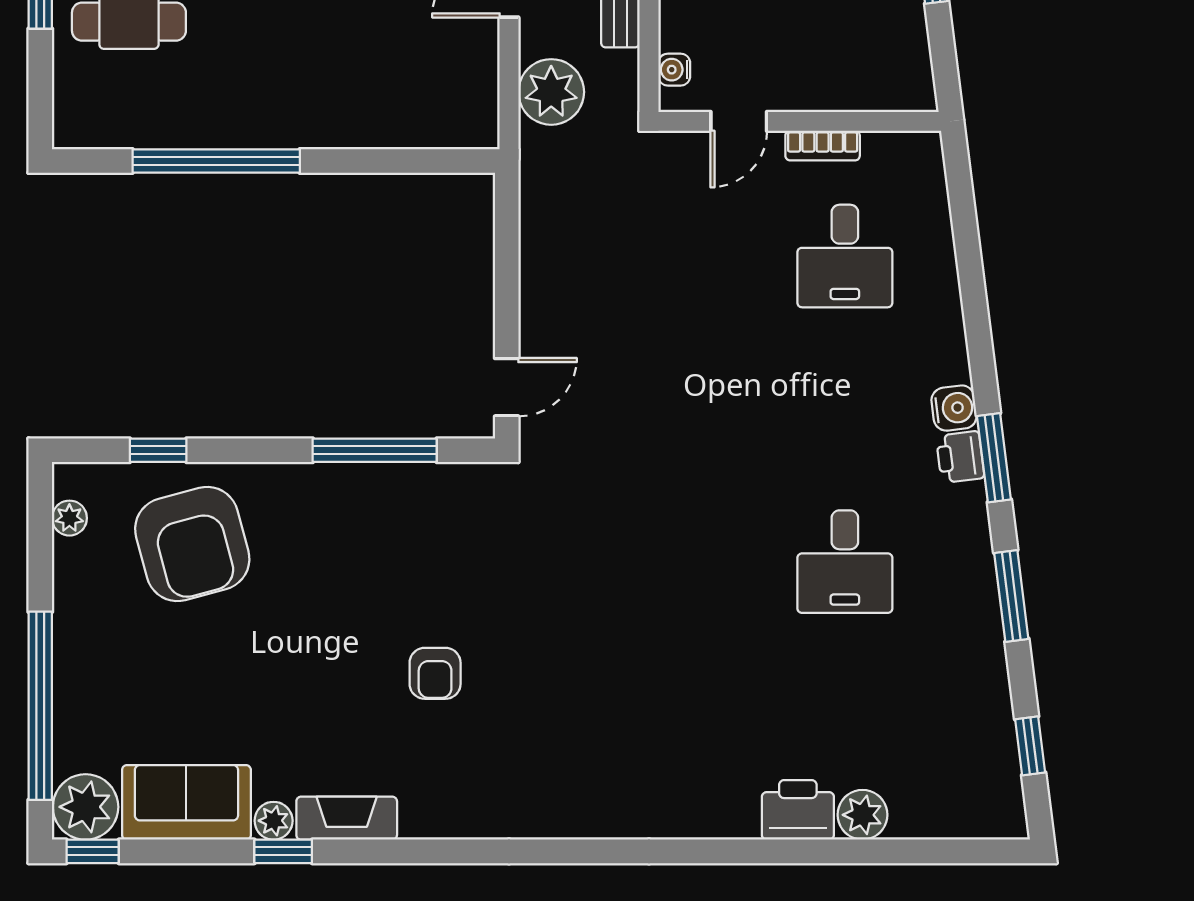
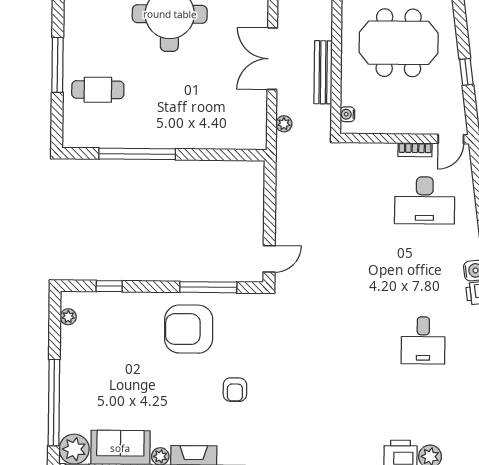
plant: (551, 92) -> (284, 124), width x0.53, depth x0.53
door: (739, 121) -> (451, 139), moved
desk: (845, 256) -> (425, 200), width x1.37
armchair: (192, 544) -> (189, 329), moved, turned 105

